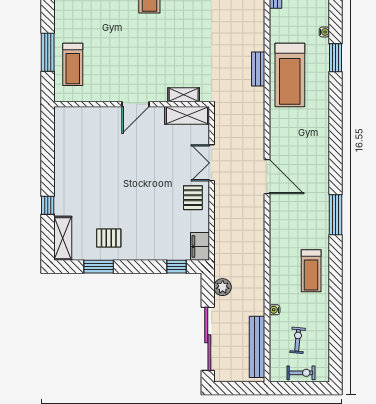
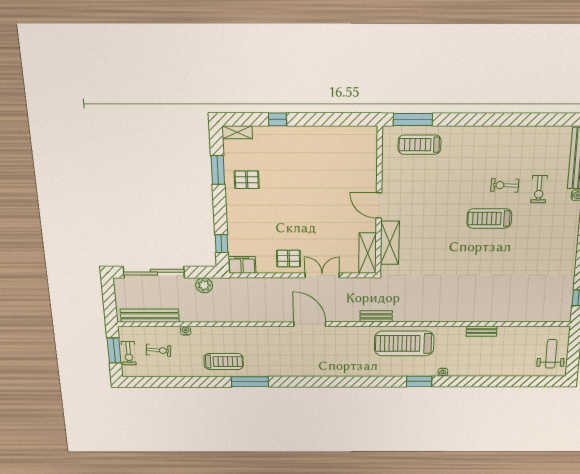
window: (48, 52) -> (413, 120), moved
bench: (258, 69) -> (376, 316), moved
shelving: (184, 95) -> (390, 243), width x1.50, depth x1.33
door: (267, 177) -> (310, 324), swing flipped
window: (336, 215) -> (250, 382), moved
shelving: (63, 238) -> (237, 132), width x0.67, depth x0.75
pallet: (109, 238) -> (247, 180), turned 90
treadmill: (311, 271) -> (224, 361), turned 180
window: (298, 388) -> (114, 350), added

